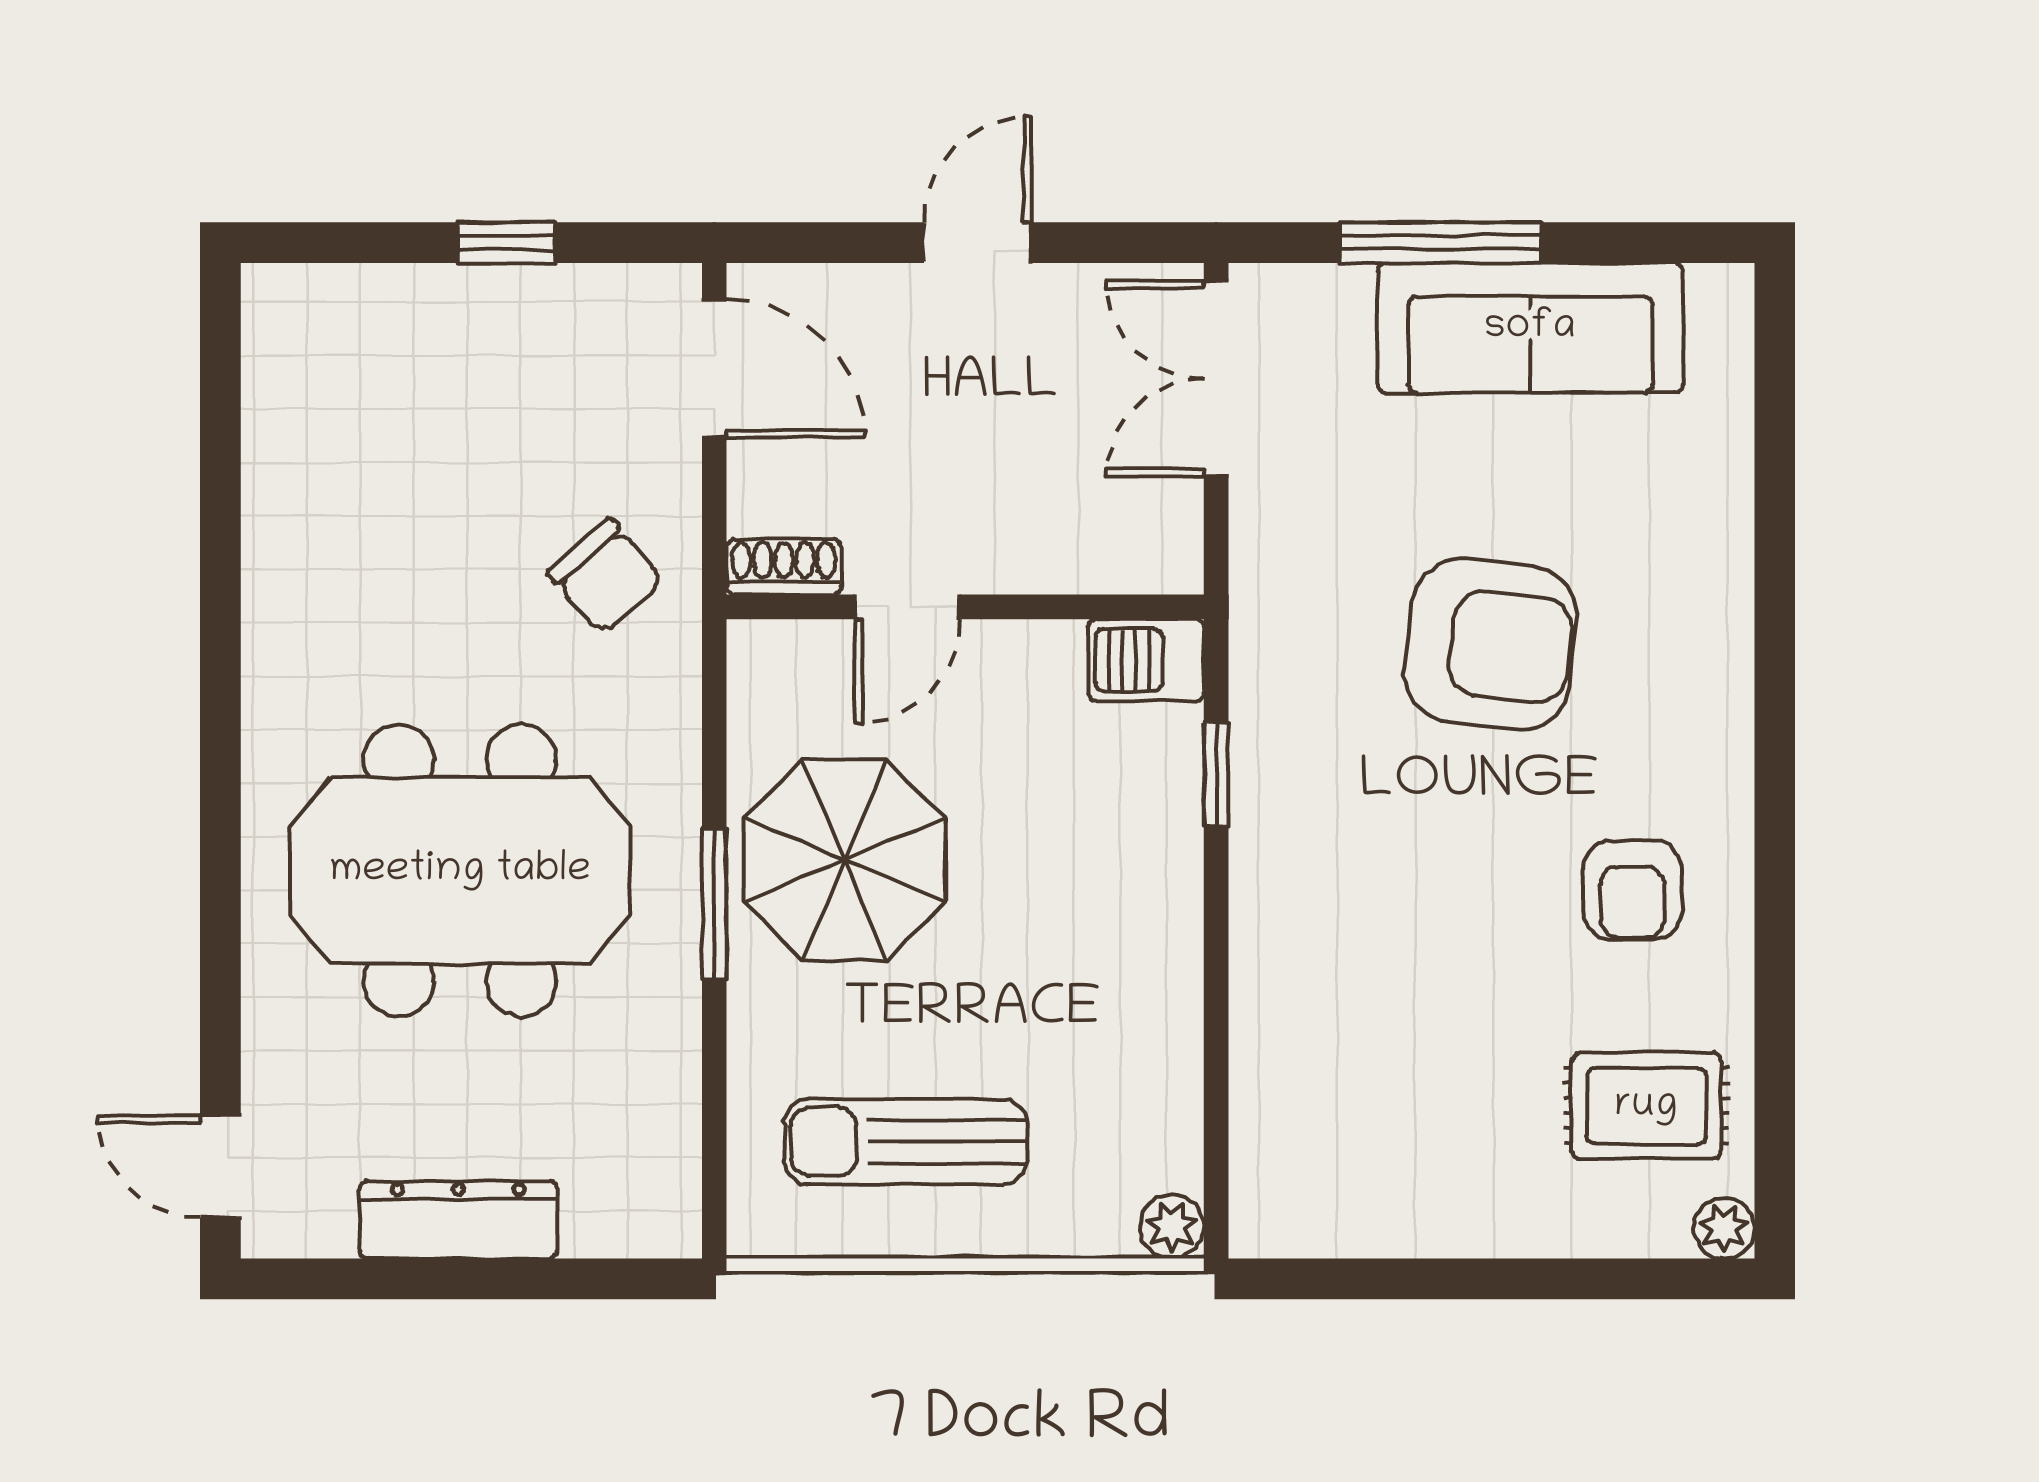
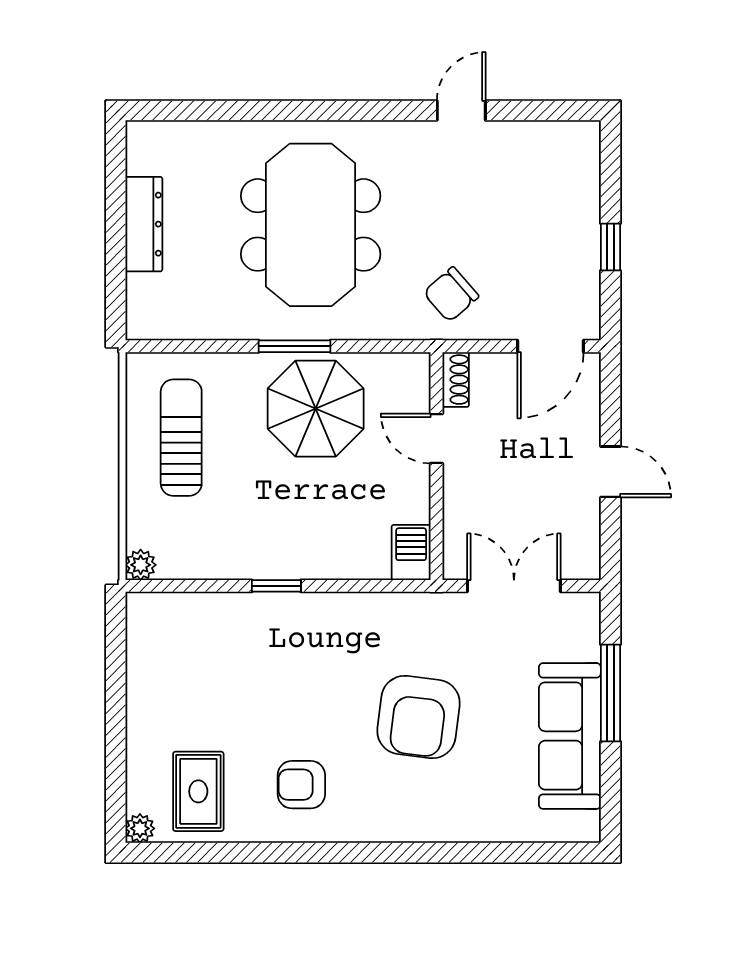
double door: (1216, 379) -> (514, 586), moved
window: (1216, 774) -> (276, 586), moved
door: (220, 1167) -> (461, 110), moved

